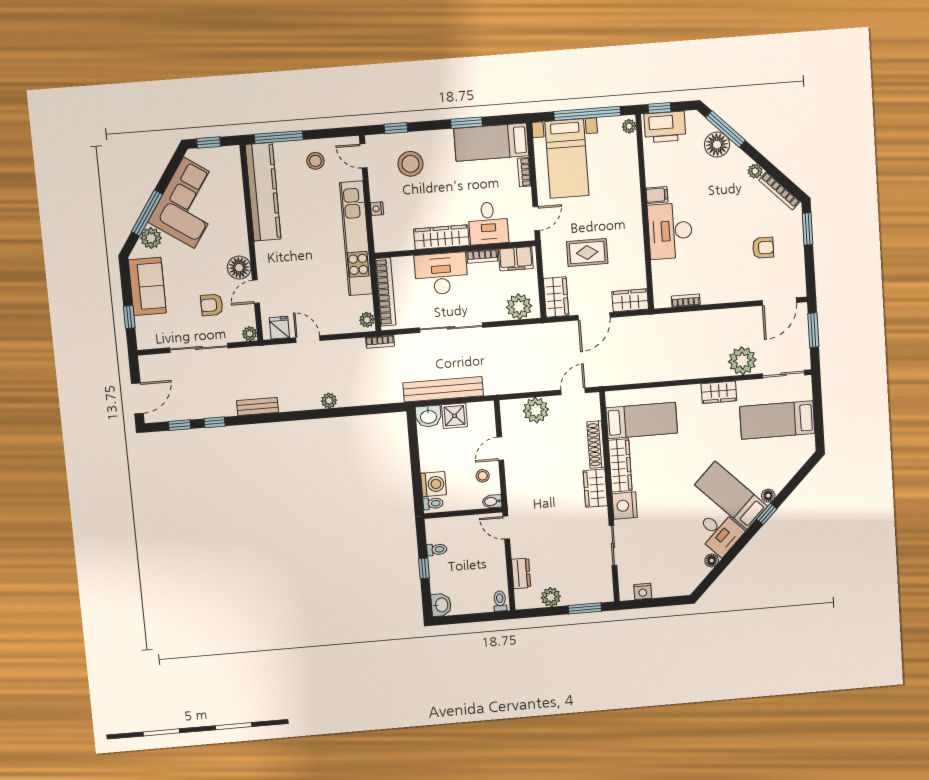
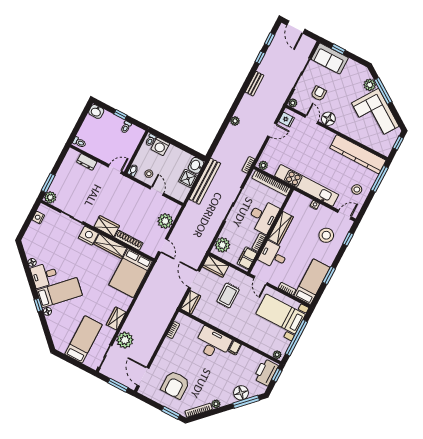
armchair: (763, 248) -> (175, 385), width x1.88, depth x1.88
sofa: (147, 286) -> (330, 58), moved
bed: (642, 420) -> (131, 273), width x1.50
plant: (551, 597) -> (50, 197), moved

